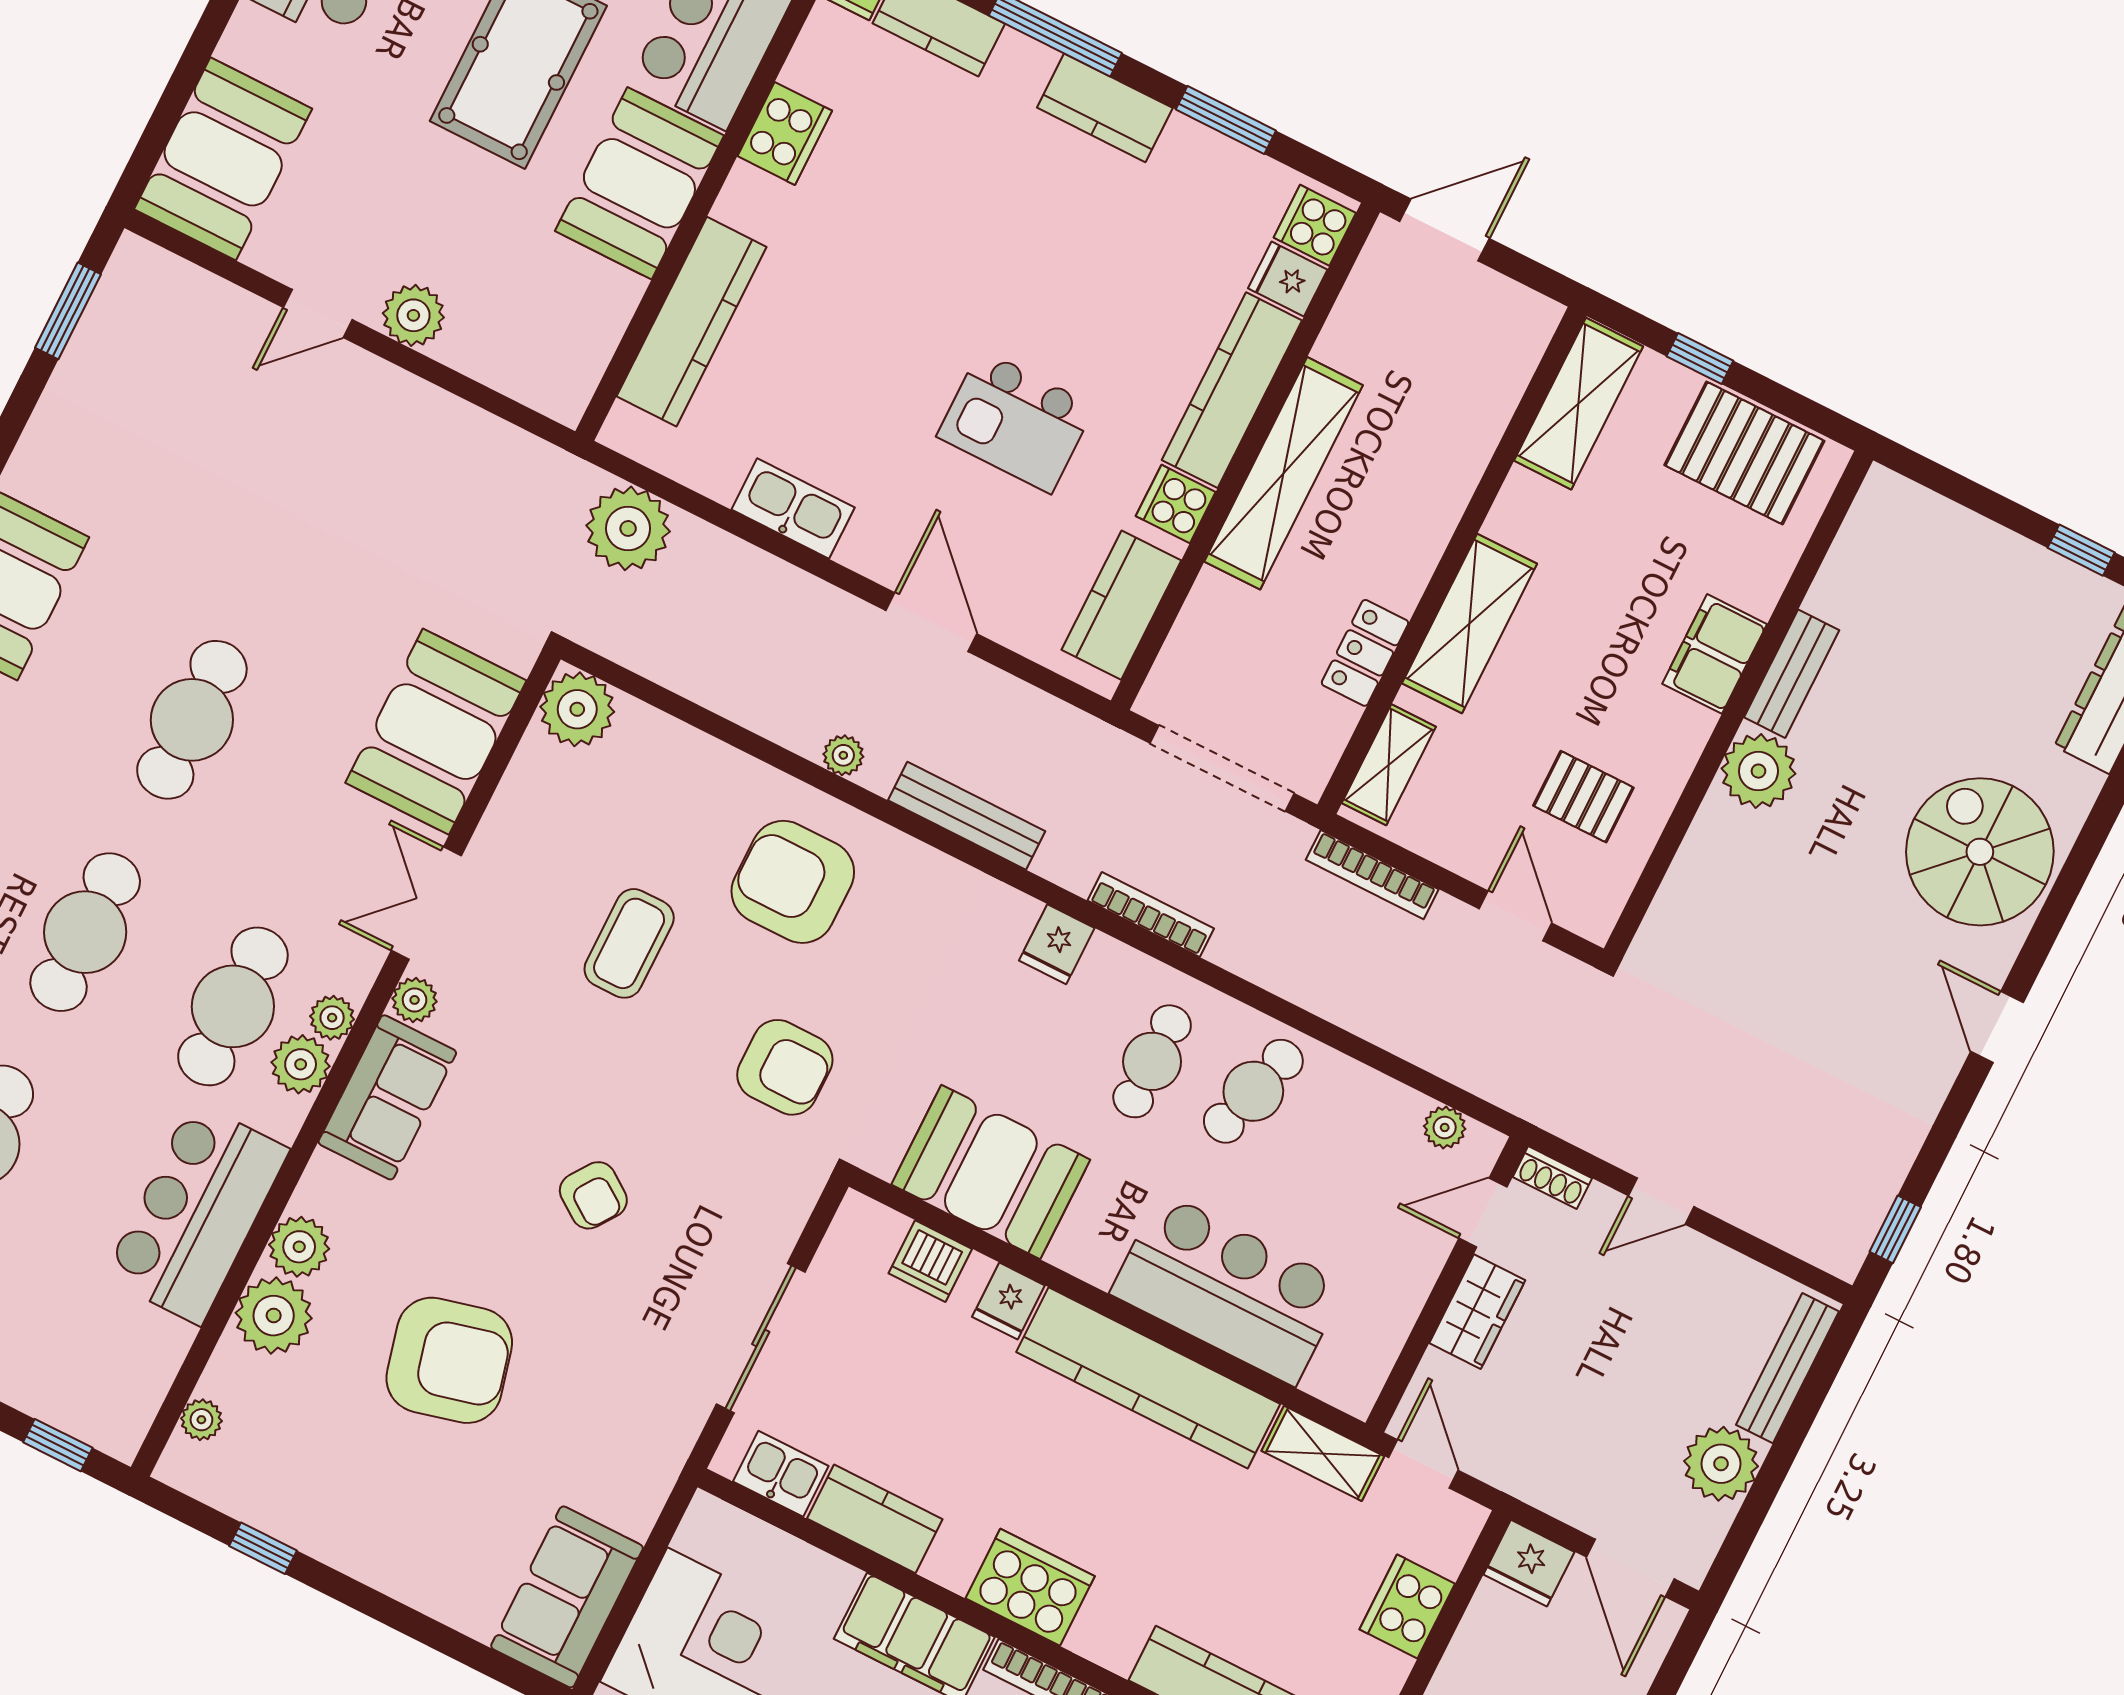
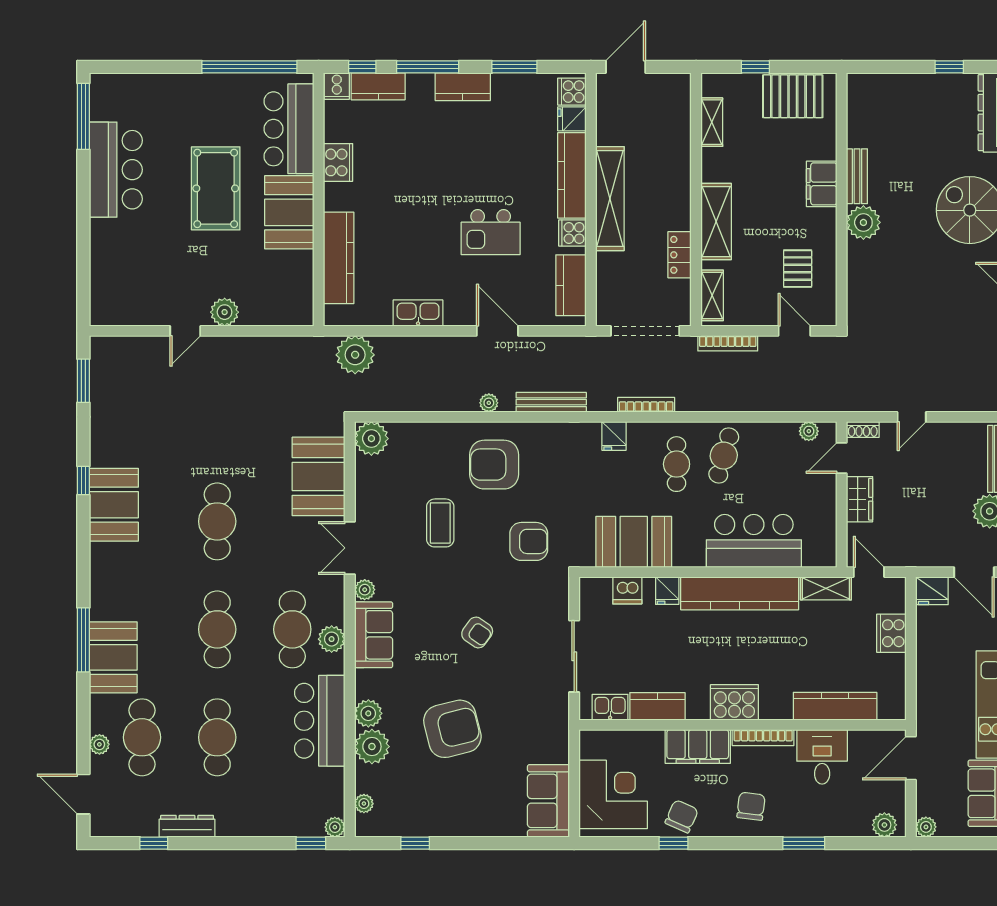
booth: (223, 159) -> (115, 287), removed
shelving: (1579, 404) -> (712, 122), width x0.67, depth x0.75
pallet: (1583, 797) -> (798, 269), turned 90
plant: (332, 1018) -> (335, 827), moved

